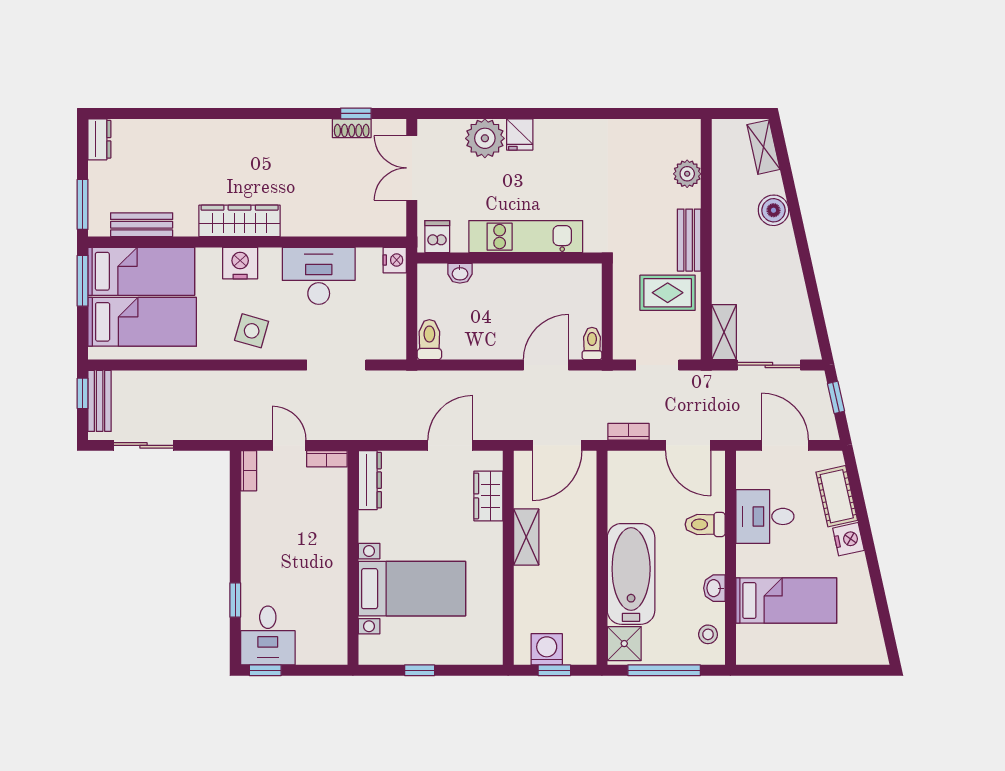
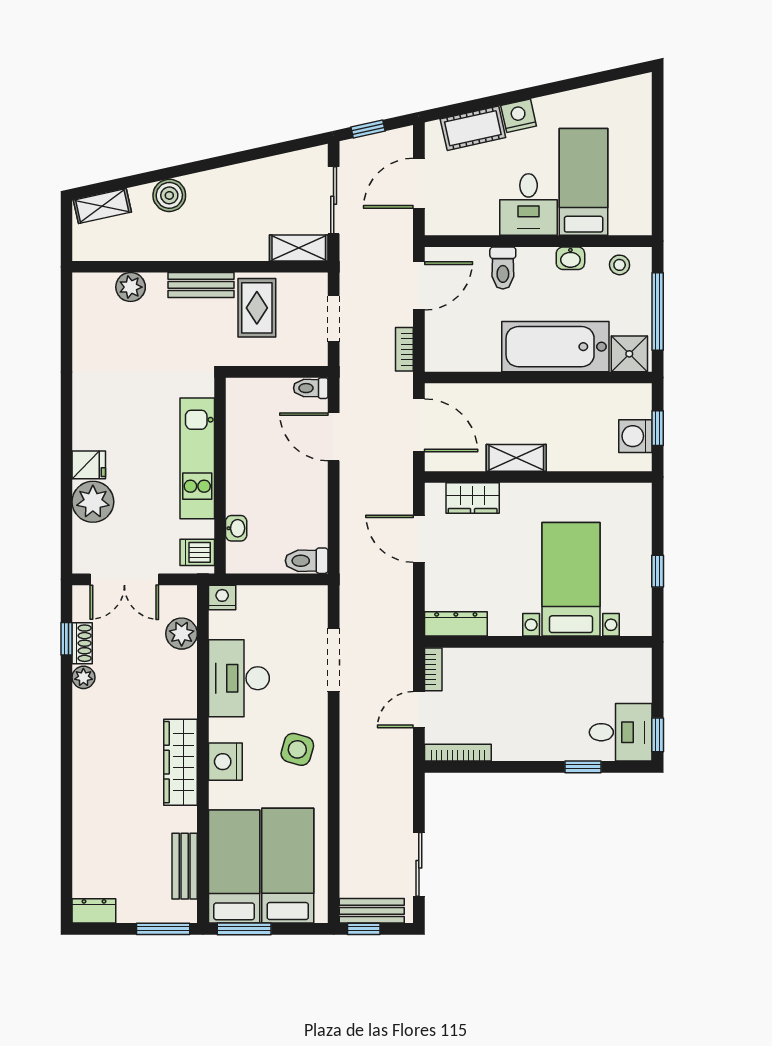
plant: (319, 129) -> (83, 677), added
plant: (361, 222) -> (182, 634), added
bookcase: (249, 471) -> (458, 753), width x1.56
desk: (765, 516) -> (529, 205), moved

